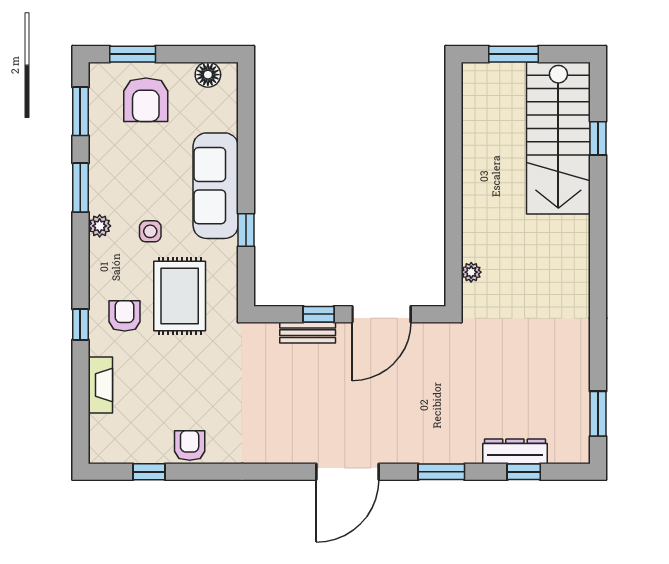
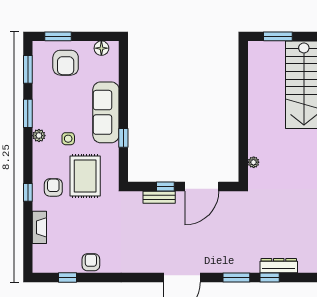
window: (524, 472) -> (270, 278), moved

